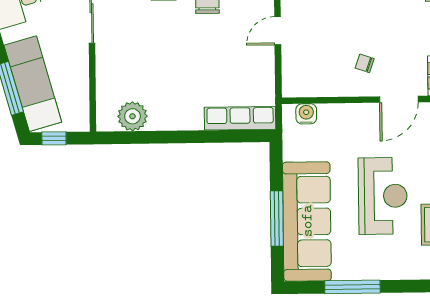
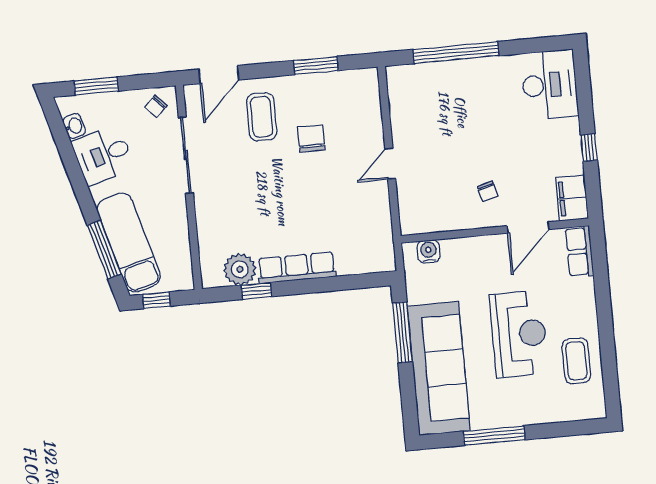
chair: (365, 63) -> (488, 191), turned -124
row of seats: (240, 118) -> (297, 268), moved
window: (146, 137) -> (256, 291), added
window: (277, 219) -> (402, 332), moved

